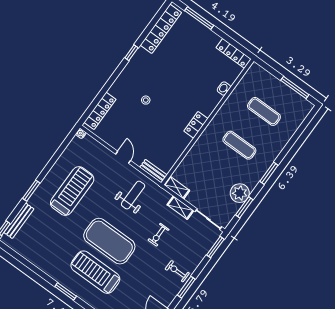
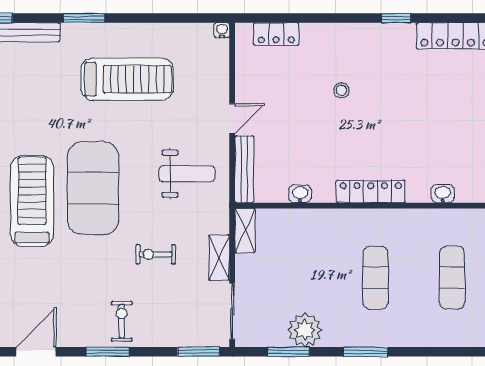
locker: (100, 111) -> (276, 34), width x0.66
locker: (196, 125) -> (371, 191), width x1.53
washbasin: (178, 152) -> (300, 194), added
bench: (153, 171) -> (244, 169), width x1.36

